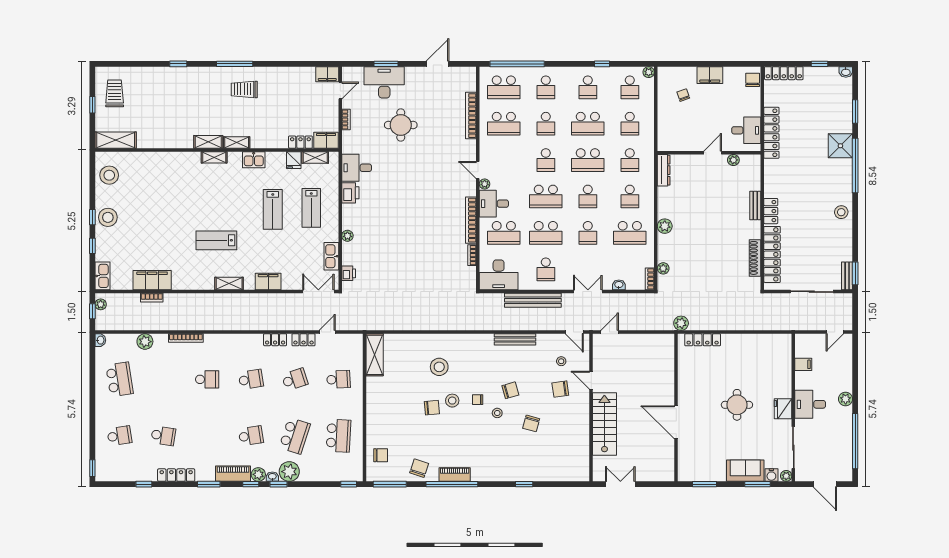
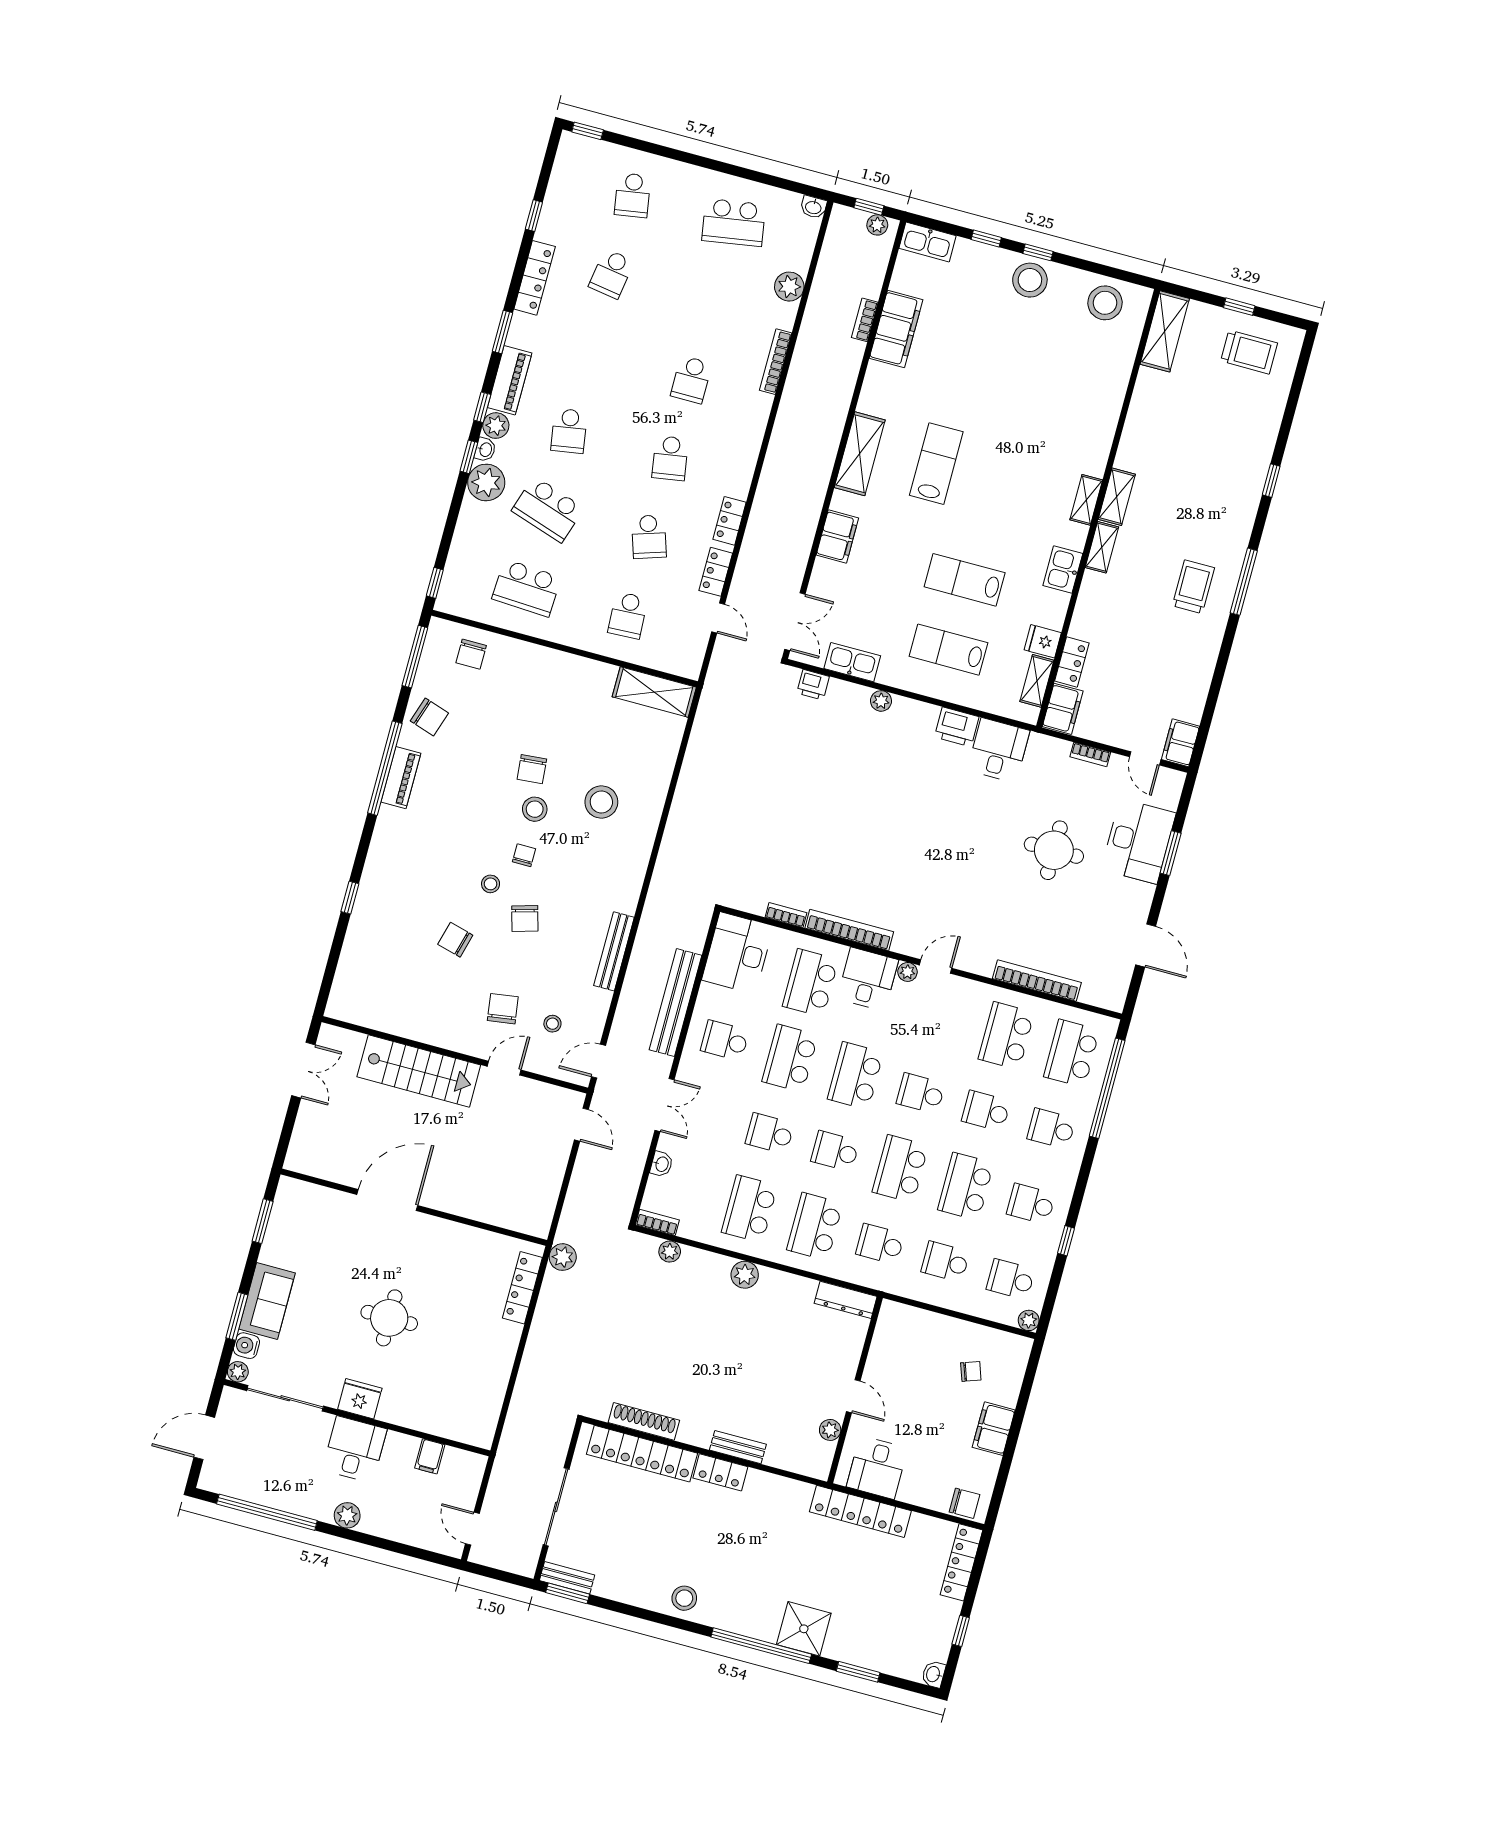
school desk: (630, 196) -> (815, 1226), width x1.85
shelving: (229, 284) -> (860, 454), width x1.50, depth x1.33

